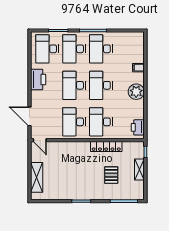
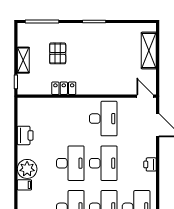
printer: (38, 79) -> (150, 164), width x0.53, depth x0.68
plant: (136, 92) -> (27, 169), moved
desk: (101, 122) -> (70, 119), removed
printer: (138, 127) -> (25, 135), moved
locker: (106, 147) -> (64, 88), width x0.66

